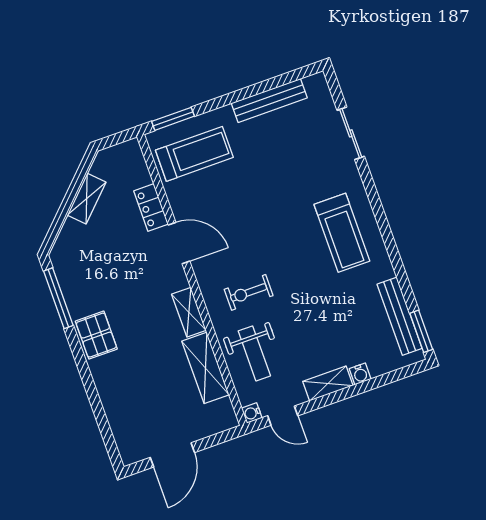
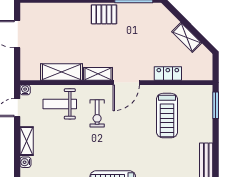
treadmill: (194, 154) -> (167, 116), moved
door: (179, 243) -> (126, 83), moved
exercise bike: (249, 292) -> (97, 113), turned 180

